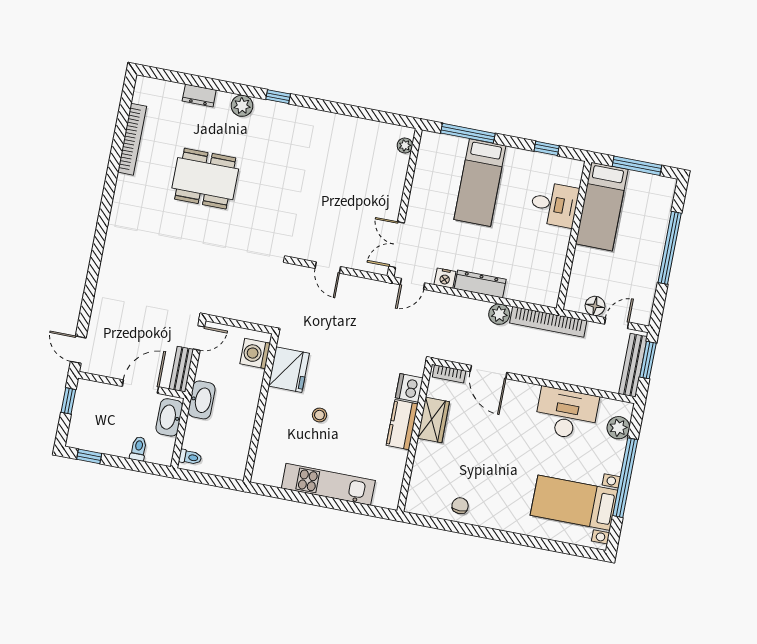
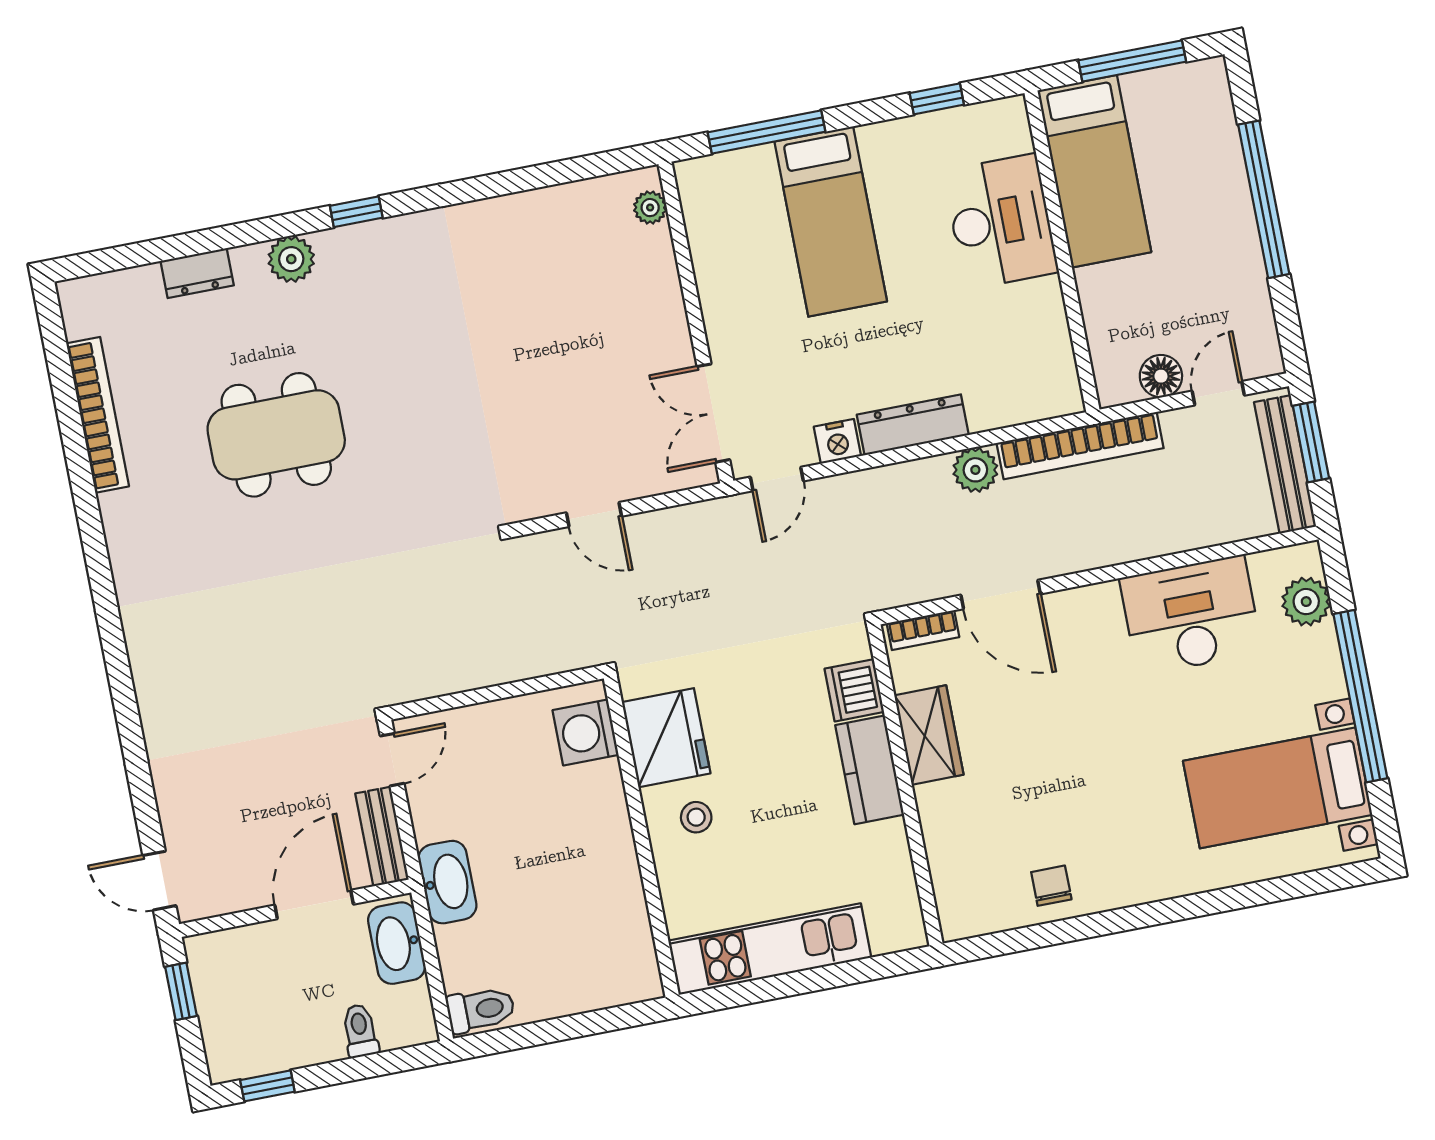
desk: (554, 204) -> (1001, 222), width x1.37
washing machine: (255, 354) -> (586, 732), moved
fridge: (289, 370) -> (666, 738), moved
wall: (261, 408) -> (641, 837), moved
toilet: (190, 457) -> (481, 1010), width x1.37, depth x1.39

